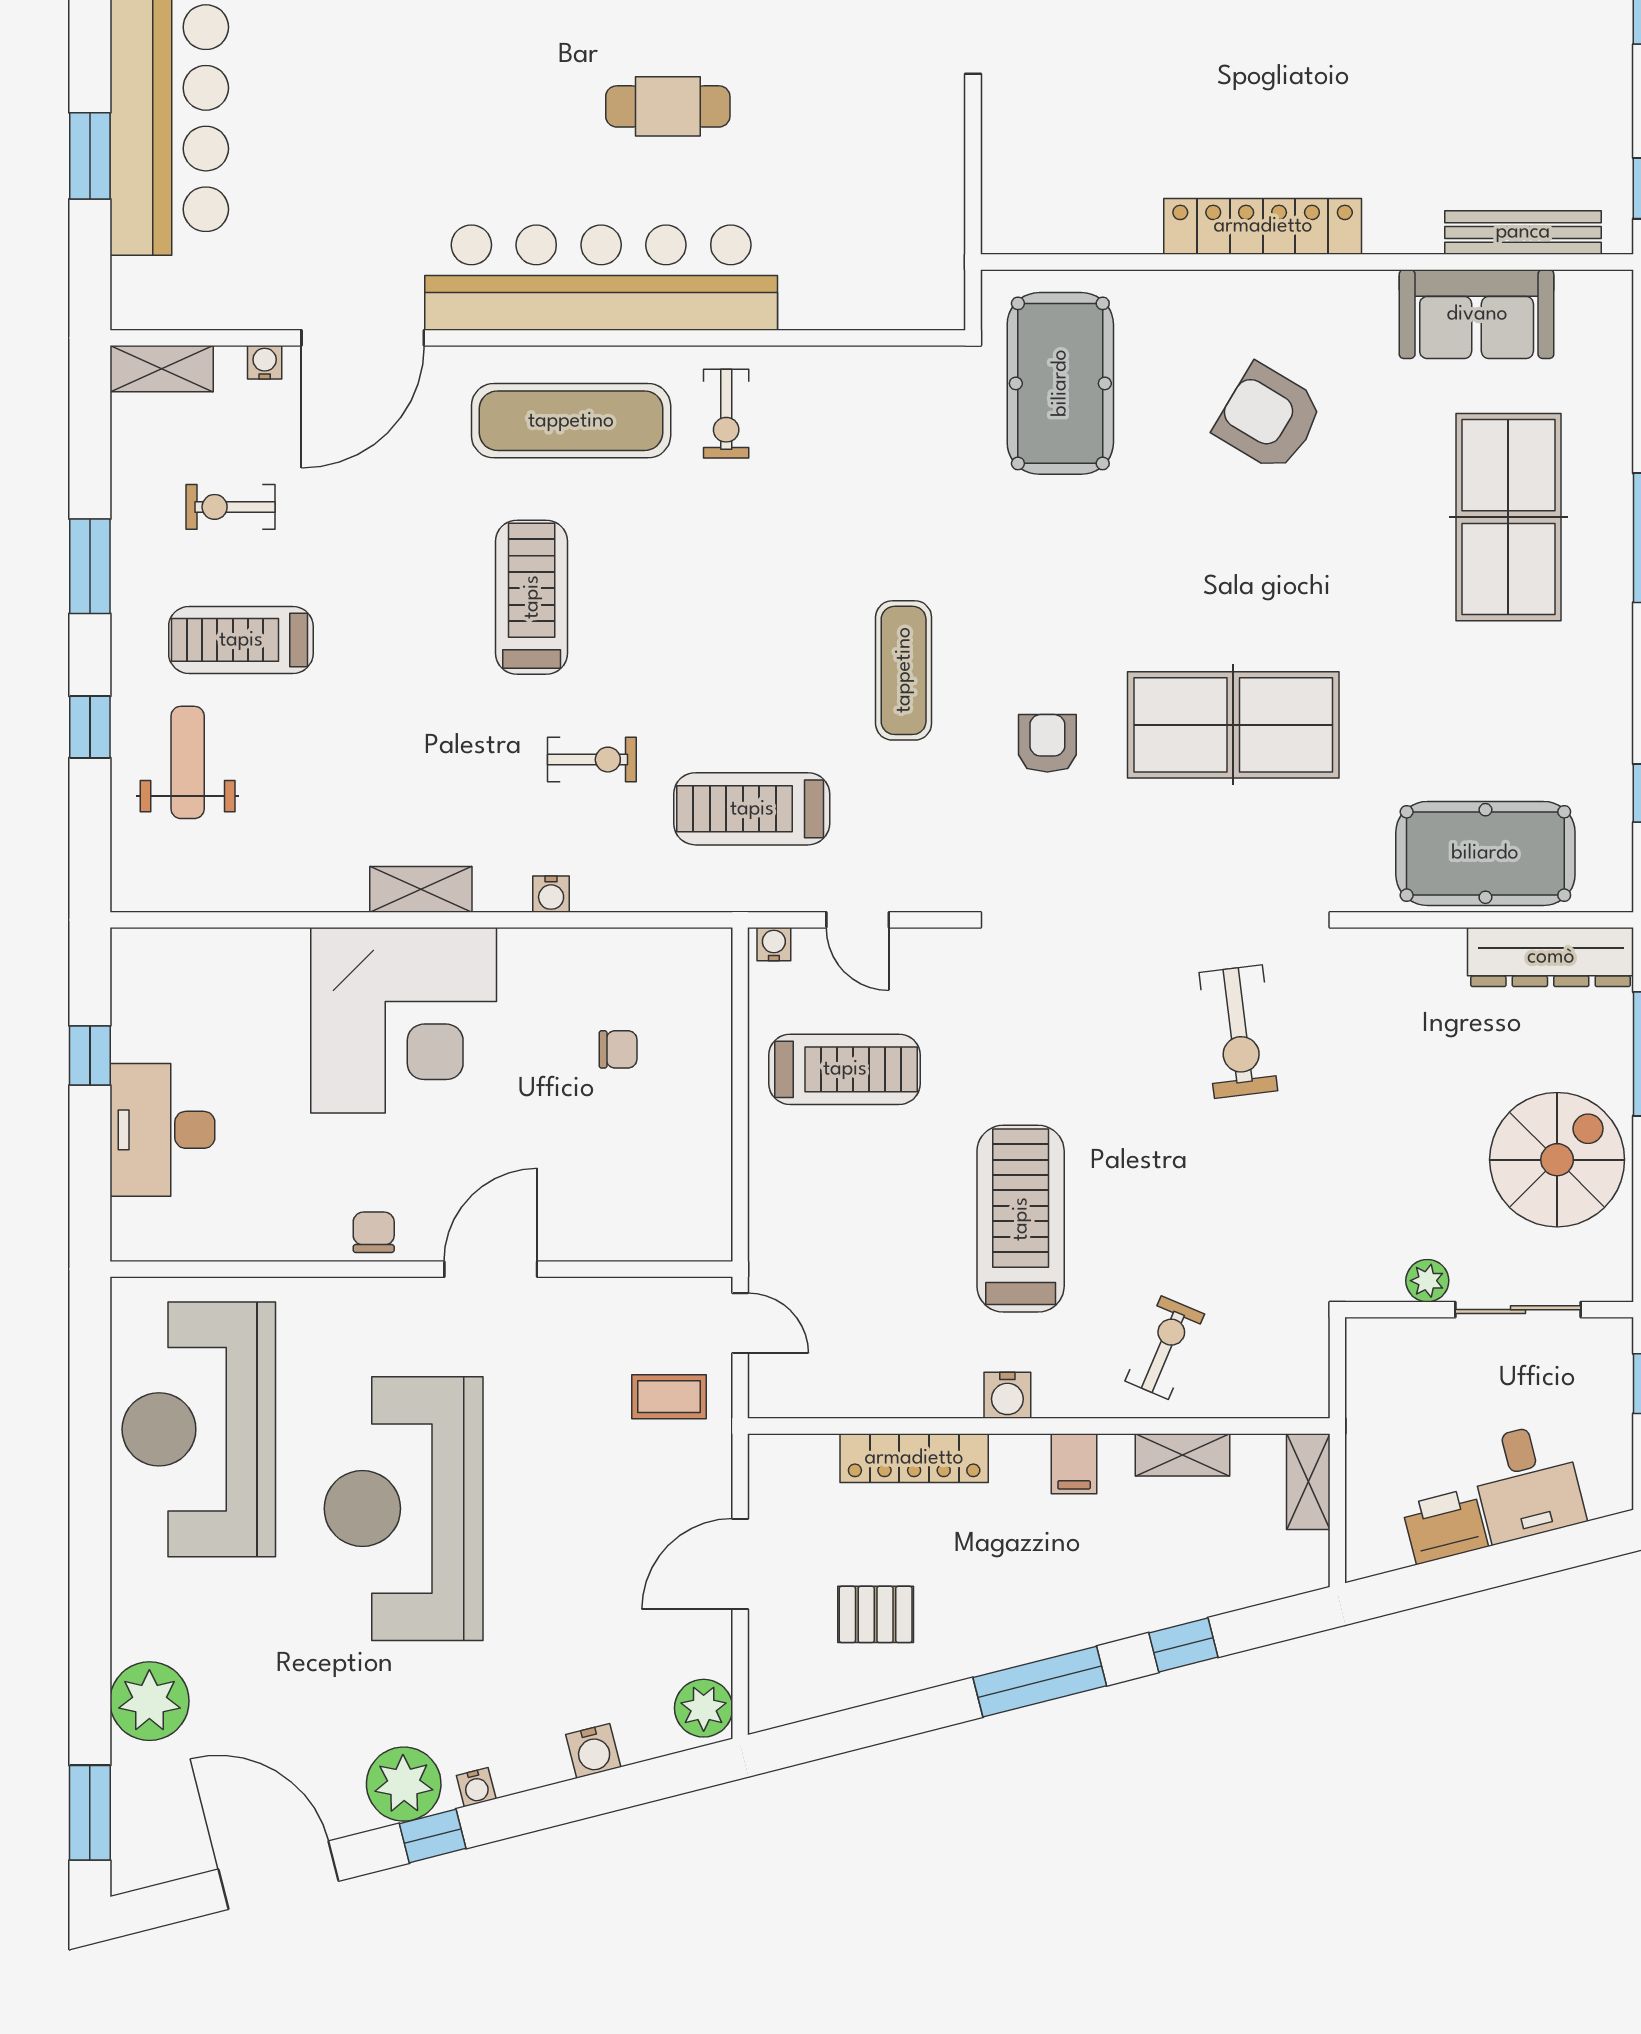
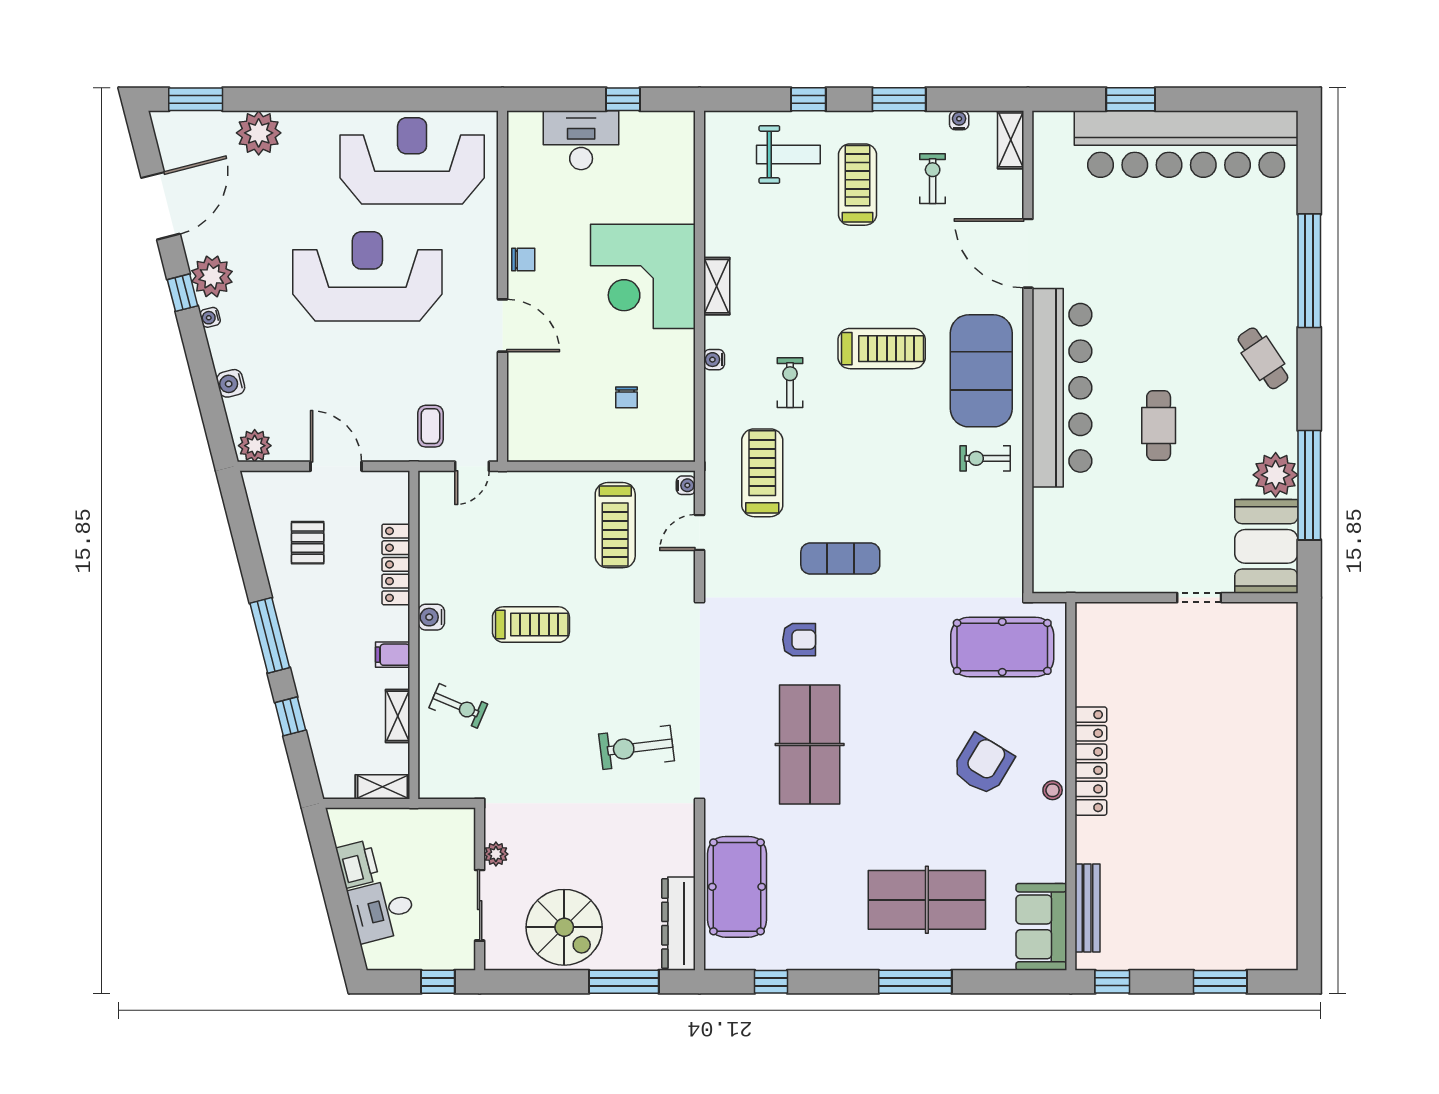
stool: (1314, 294) -> (1053, 790), added
sofa: (1477, 314) -> (1041, 927), moved
water cooler: (265, 362) -> (959, 120), moved, turned -90
exercise mat: (571, 421) -> (981, 371), width x1.47
exercise bike: (592, 760) -> (790, 383), turned 180
treadmill: (1021, 1219) -> (531, 625), width x0.73, depth x0.73

